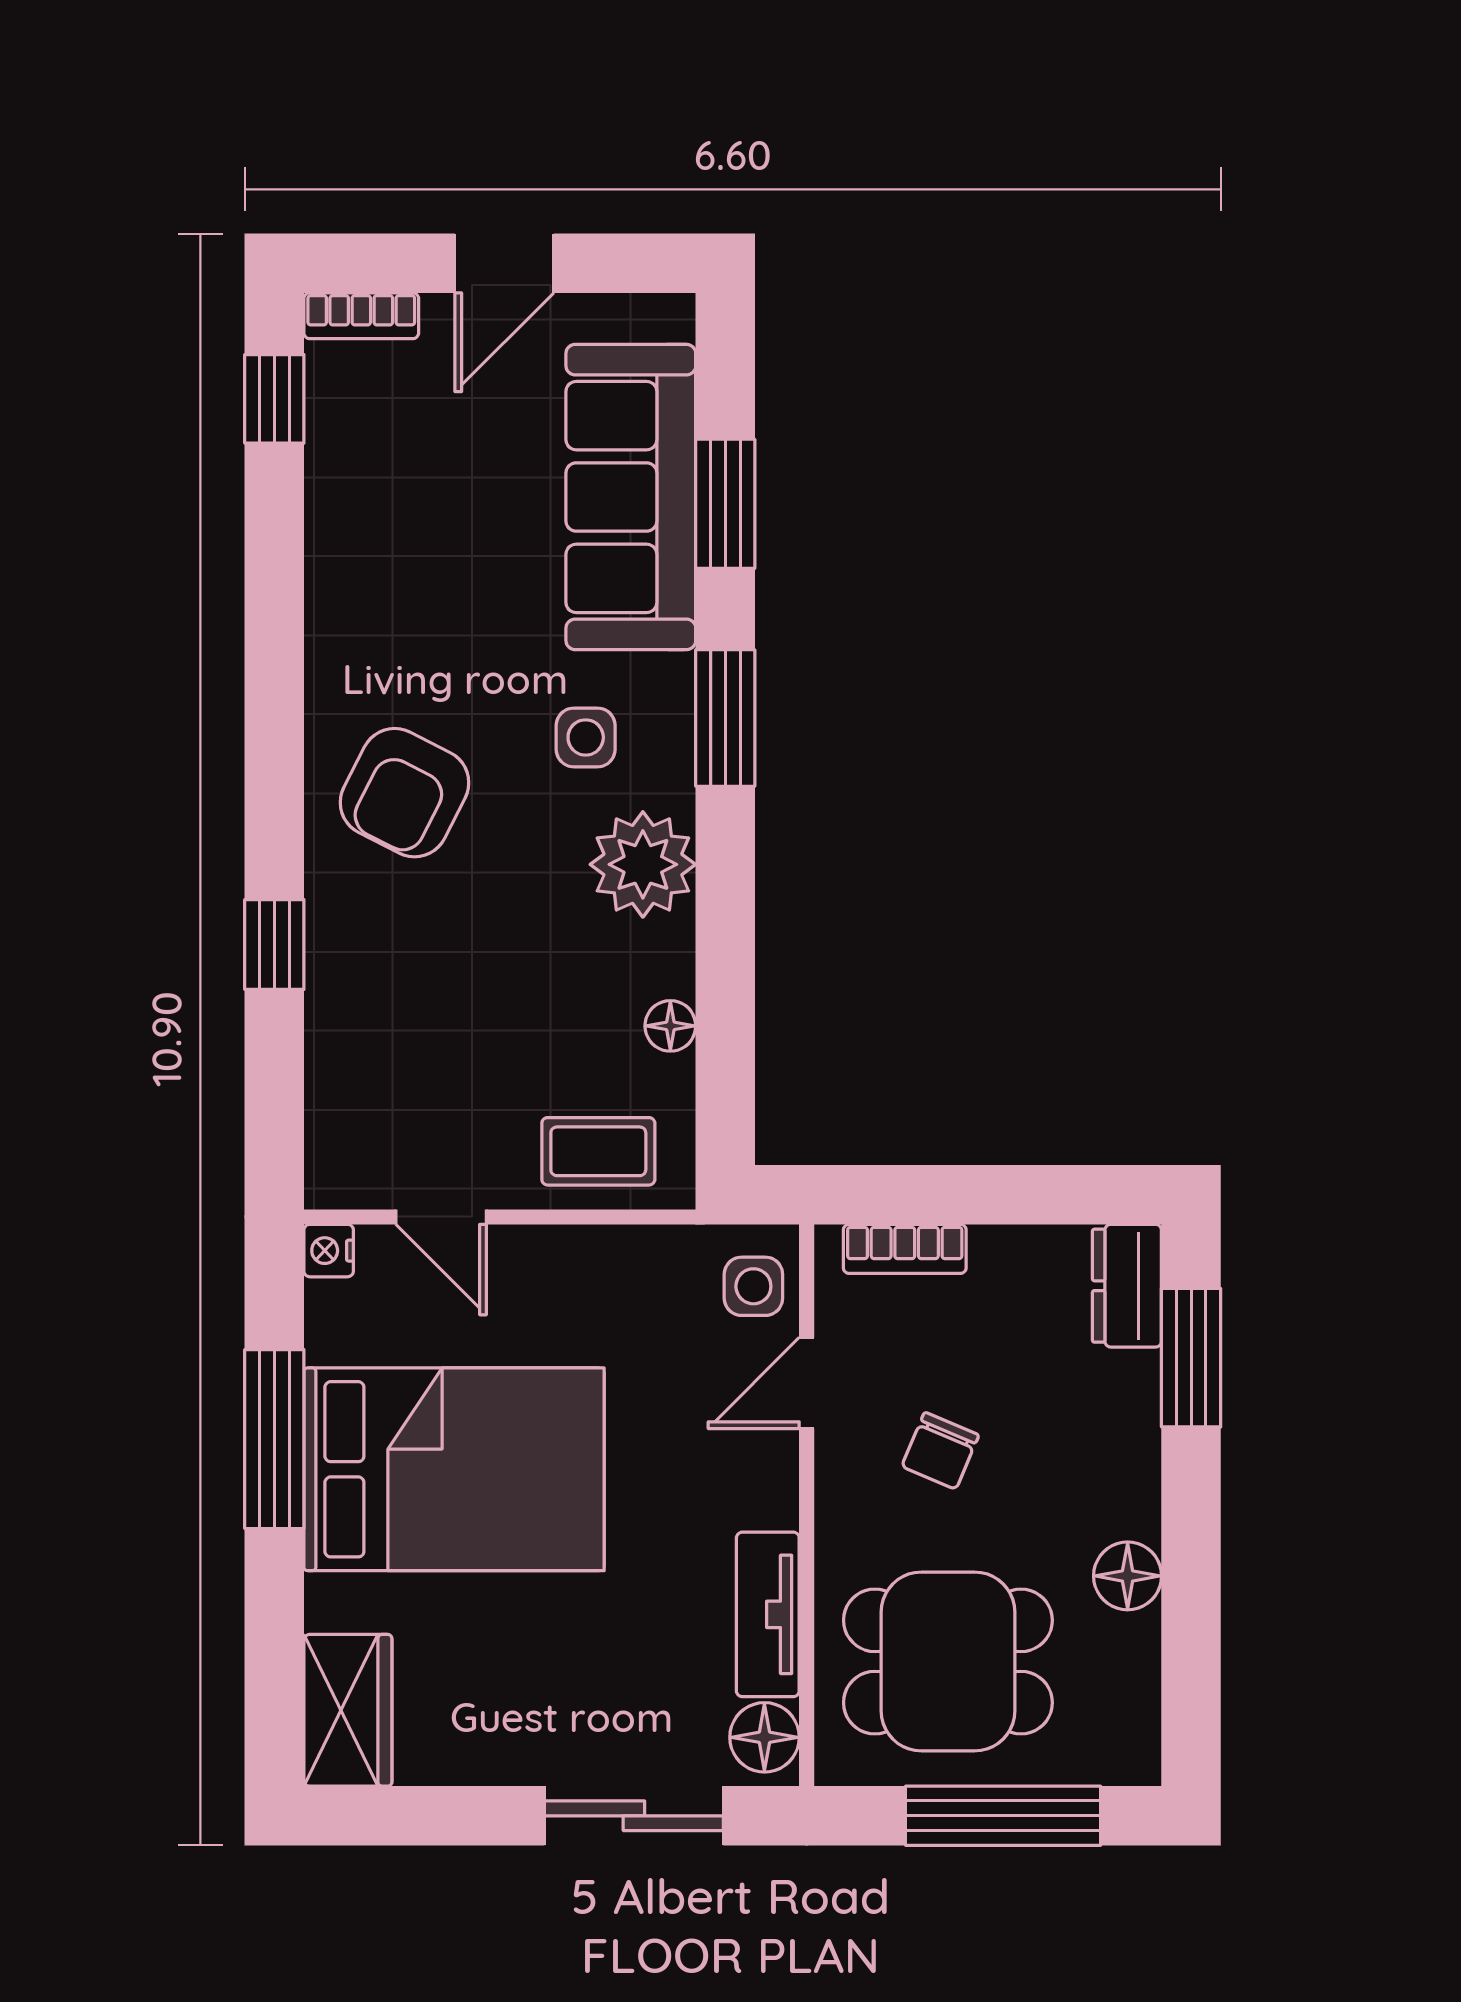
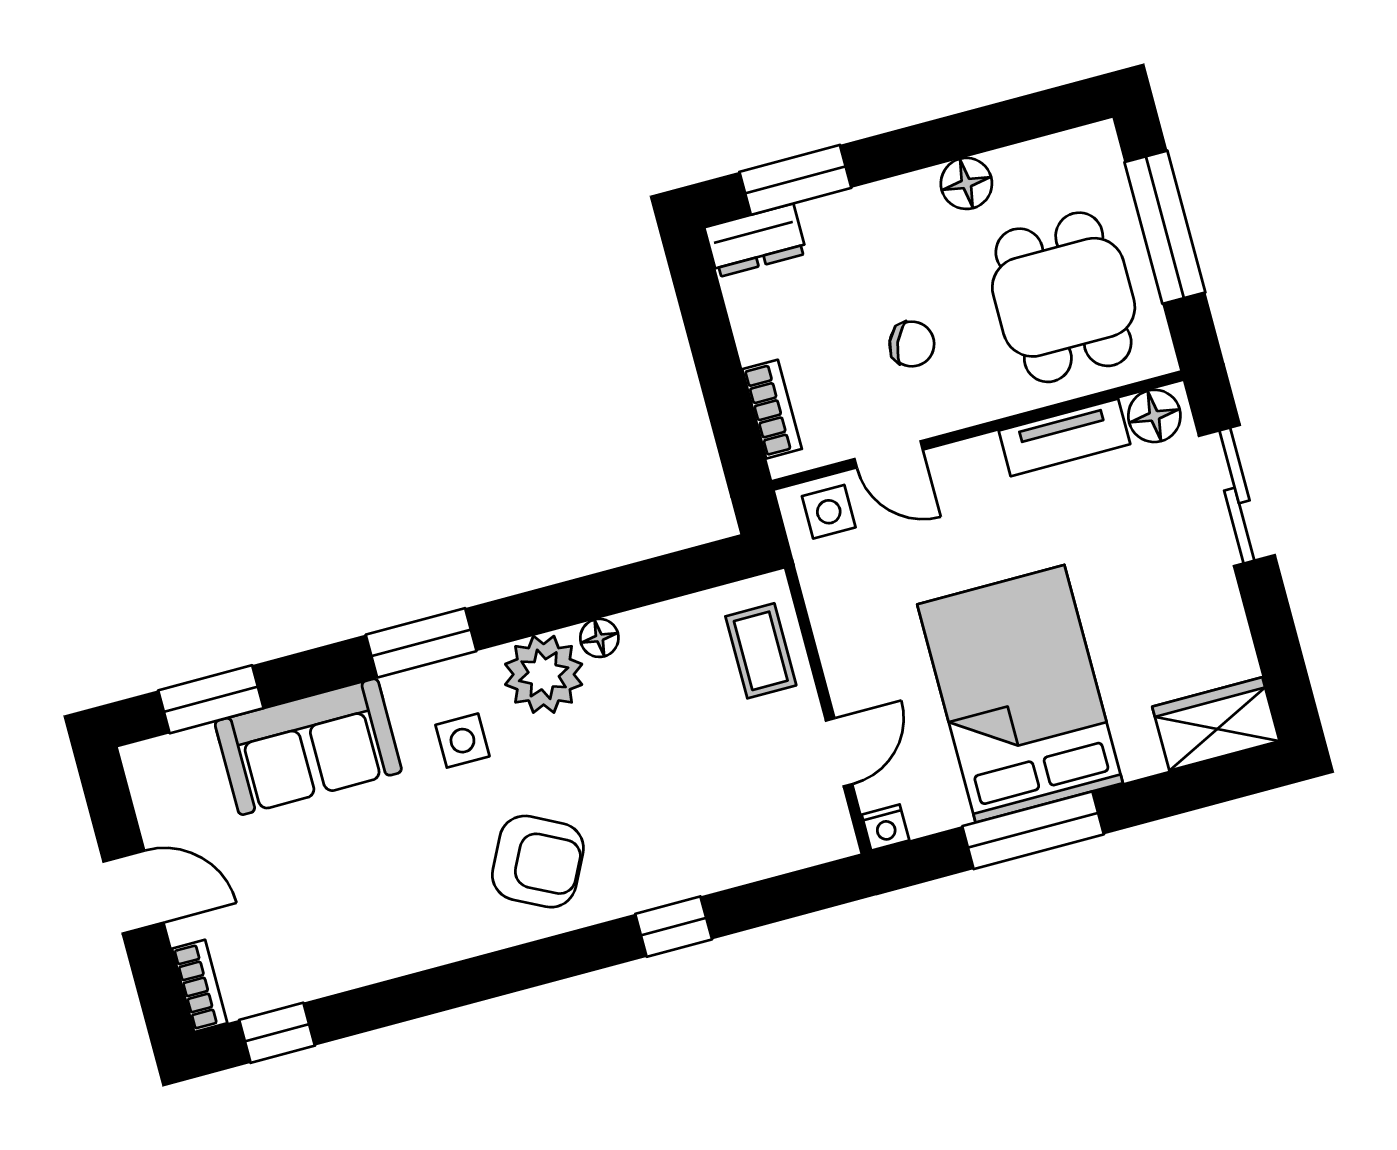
sofa: (631, 497) -> (308, 747), width x0.73
window: (725, 504) -> (211, 699), moved
floor lamp: (670, 1026) -> (599, 638), moved

